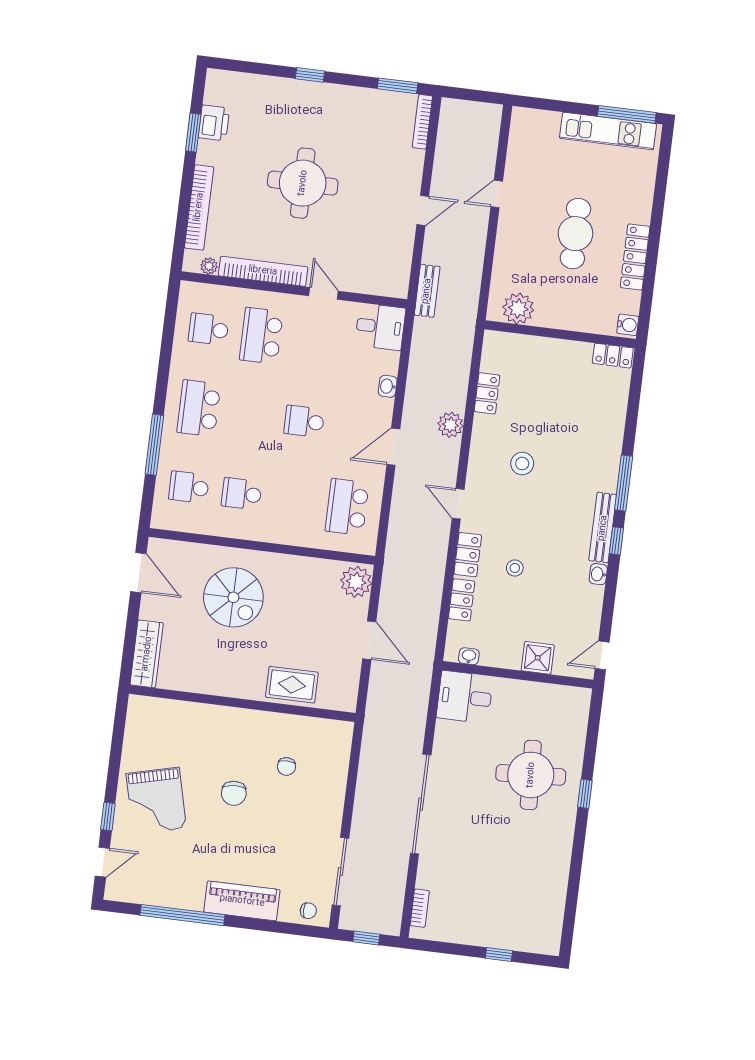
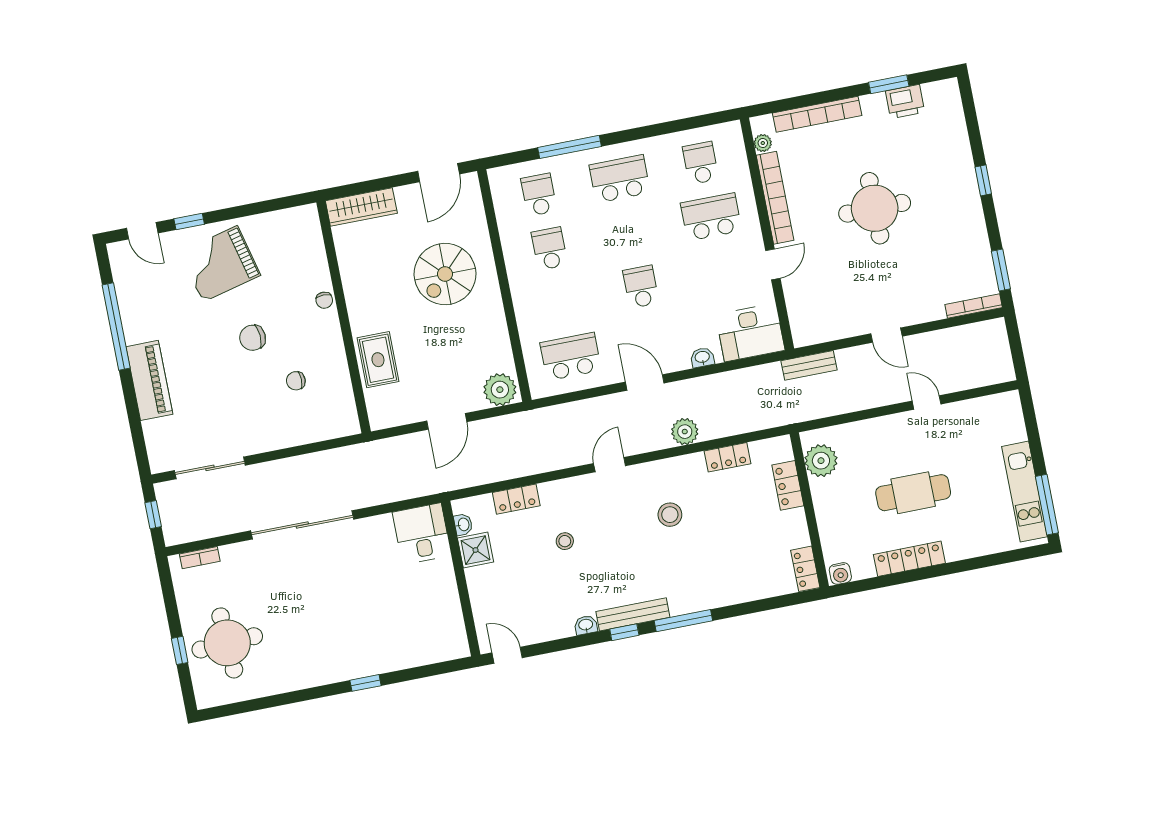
desk: (380, 327) -> (750, 333), width x1.37
locker: (468, 555) -> (788, 485), moved, turned 90
shower: (538, 658) -> (476, 550), moved
round table: (531, 775) -> (227, 643), moved
chair: (308, 911) -> (324, 300), moved

